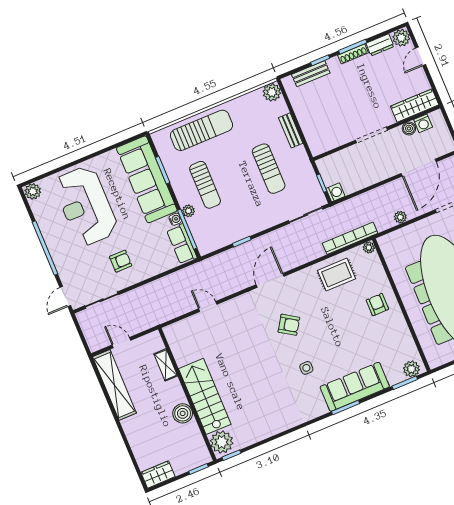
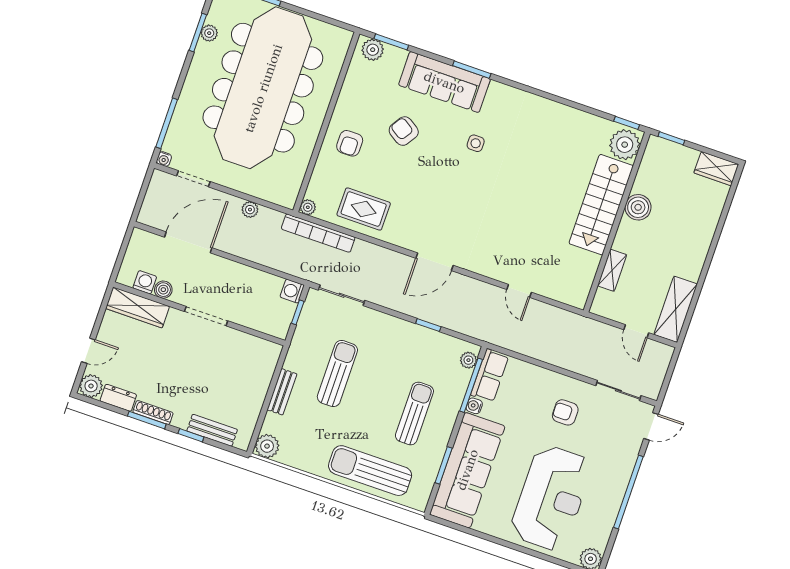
plant: (188, 211) -> (468, 360), moved
armchair: (289, 325) -> (404, 131), moved
shelving: (114, 385) -> (676, 309), width x0.68

